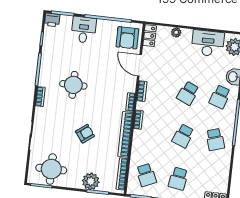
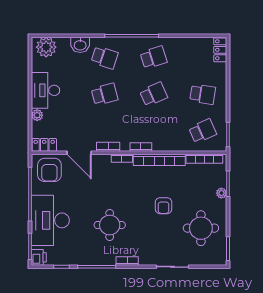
desk: (84, 30) -> (50, 220), width x1.87, depth x1.30
armchair: (127, 38) -> (49, 170), turned 90
desk: (208, 43) -> (45, 90), moved
door: (139, 65) -> (79, 153), hinge flipped
school desk: (188, 93) -> (105, 94), turned -39
armchair: (85, 134) -> (164, 206), turned -143
school desk: (183, 136) -> (154, 94), turned -45
round table: (51, 169) -> (201, 228), moved
plant: (91, 181) -> (221, 193), width x0.53, depth x0.53

